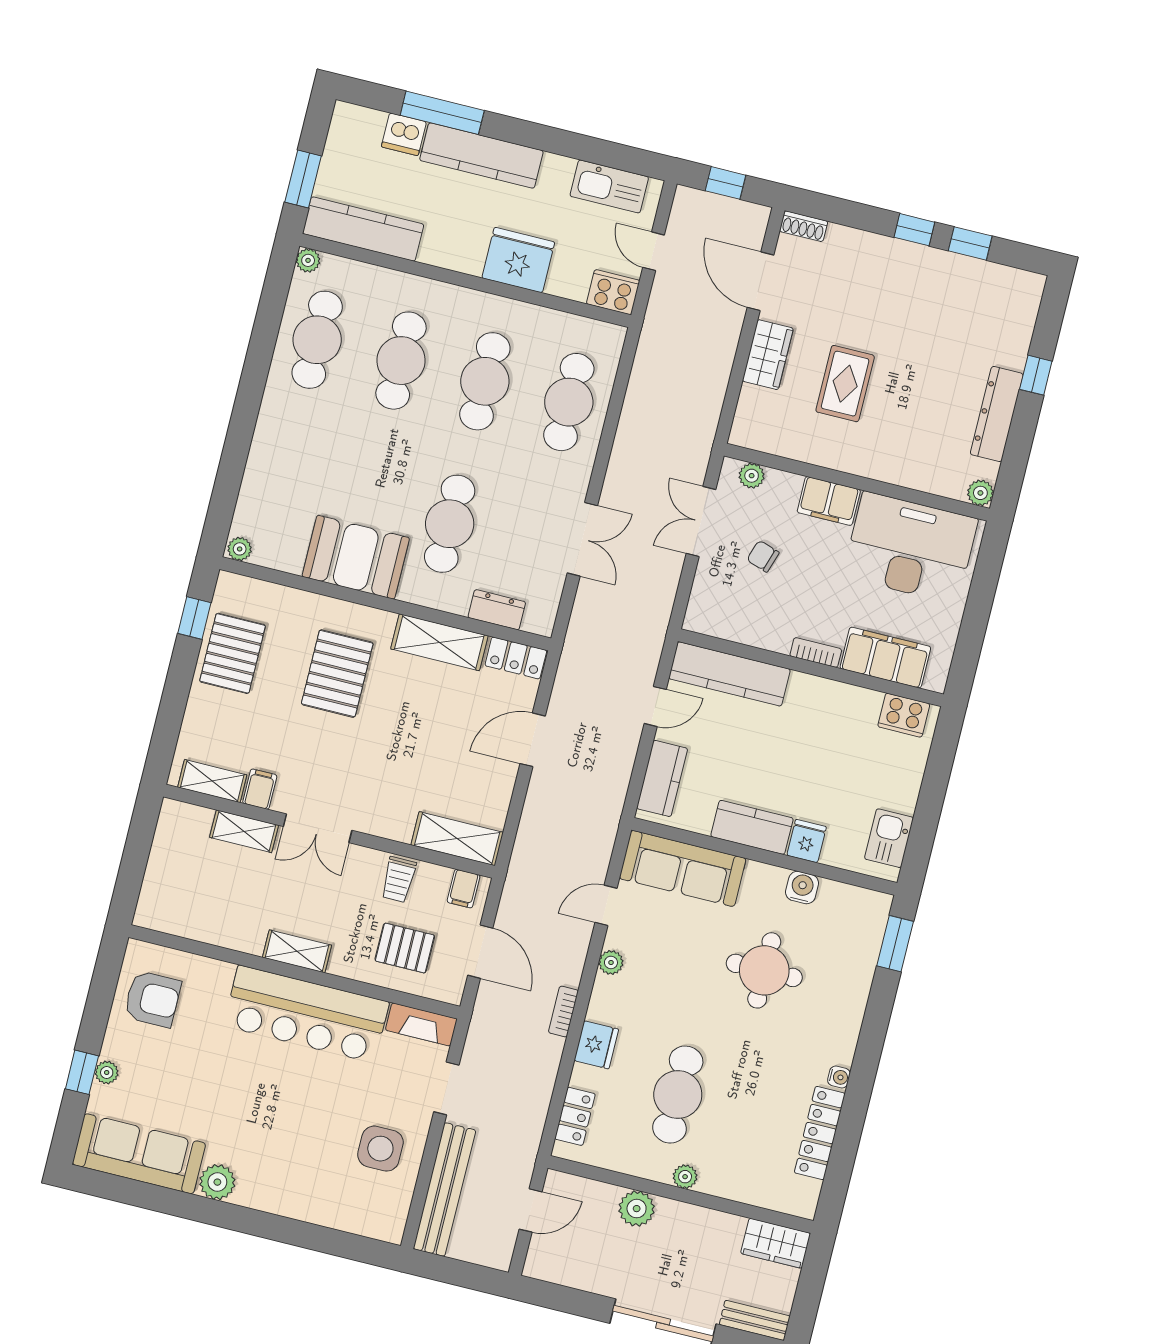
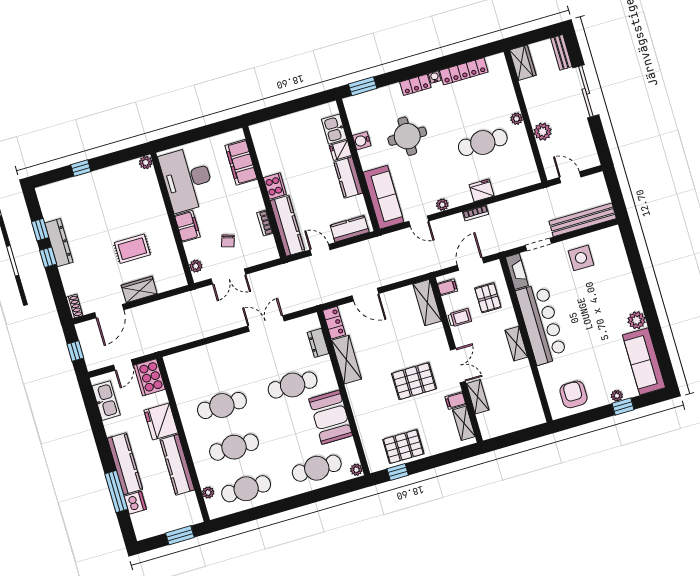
kitchen counter: (363, 229) -> (177, 465), moved
plant: (308, 260) -> (208, 493), moved
cooker: (613, 292) -> (150, 377), width x1.37, depth x1.31
cafe table: (569, 402) -> (317, 468), moved
dresser: (997, 414) -> (59, 243), moved, turned -90
bookcase: (816, 653) -> (265, 223), moved
pallet: (337, 674) -> (414, 381), moved
cooker: (904, 715) -> (275, 186), moved
kitchen sink: (889, 838) -> (334, 129), moved, turned 90
locker: (575, 1116) -> (415, 85), moved, turned 180

